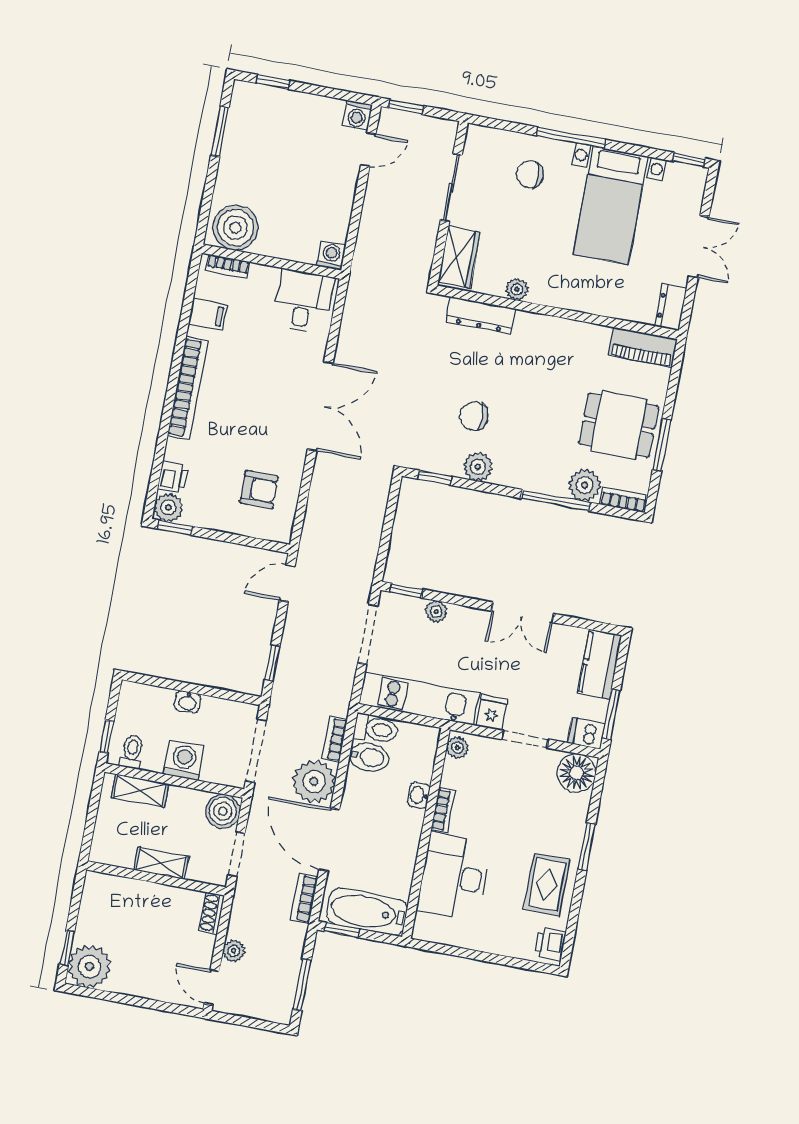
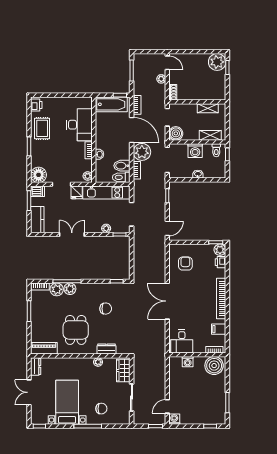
washing machine: (331, 255) -> (188, 362), moved
dresser: (480, 315) -> (107, 349), width x0.70
dining table: (619, 425) -> (76, 330), moved, turned 90
plant: (478, 467) -> (70, 289), moved
armchair: (259, 490) -> (185, 264), turned 90
shelving: (161, 863) -> (208, 108), moved

